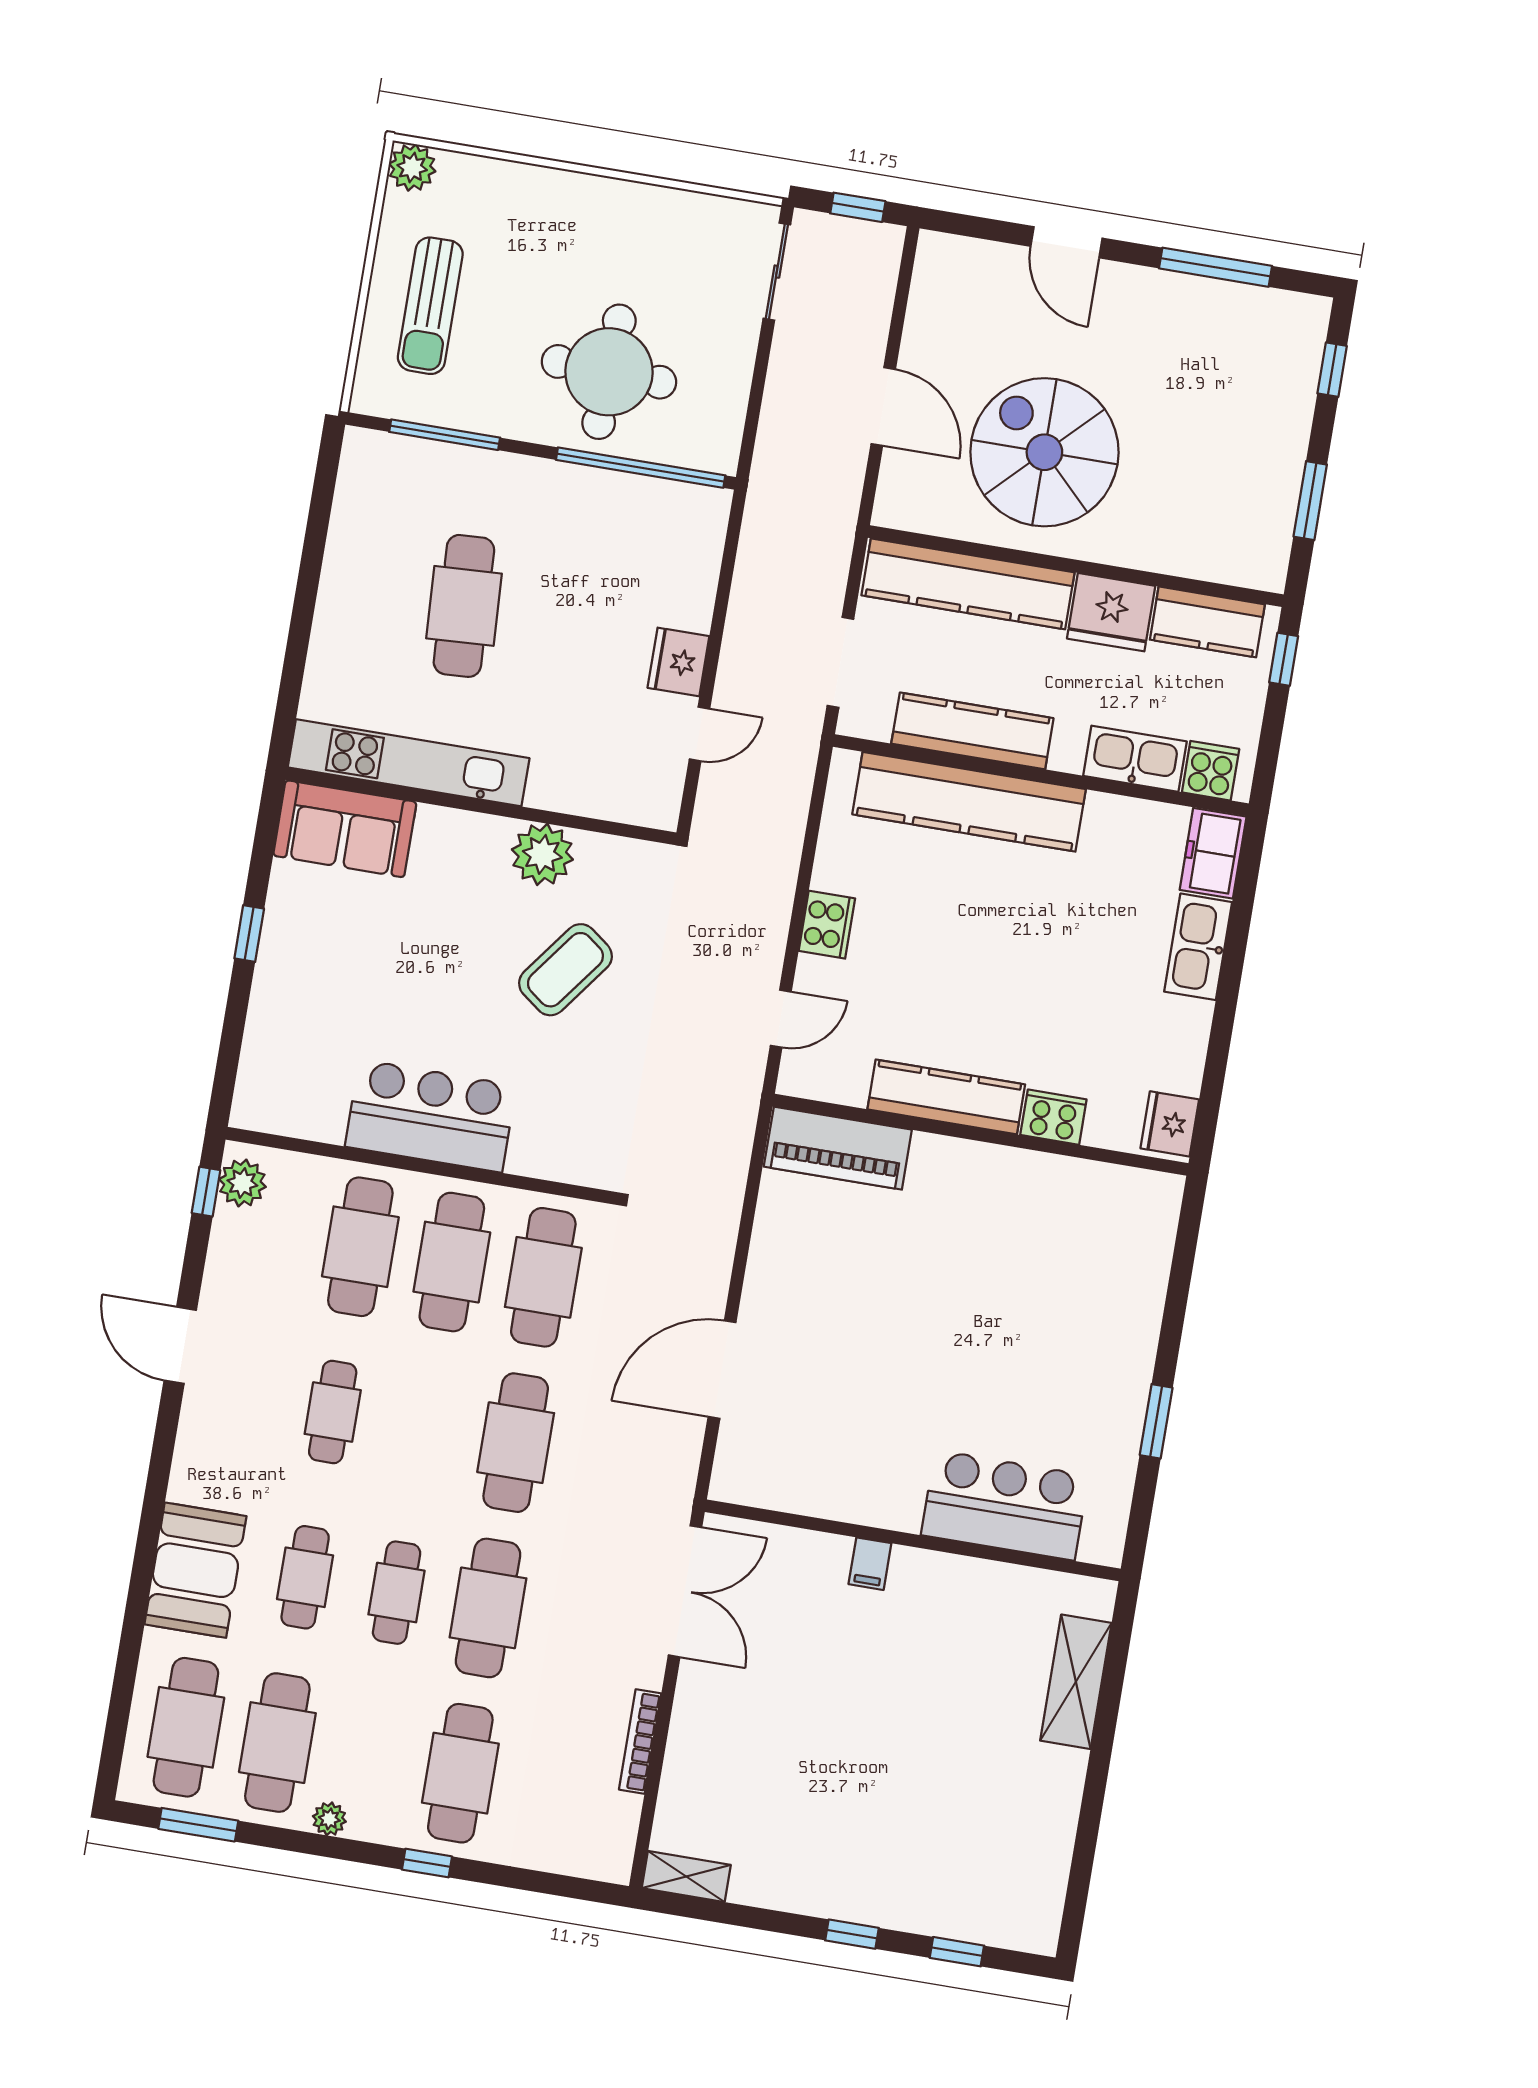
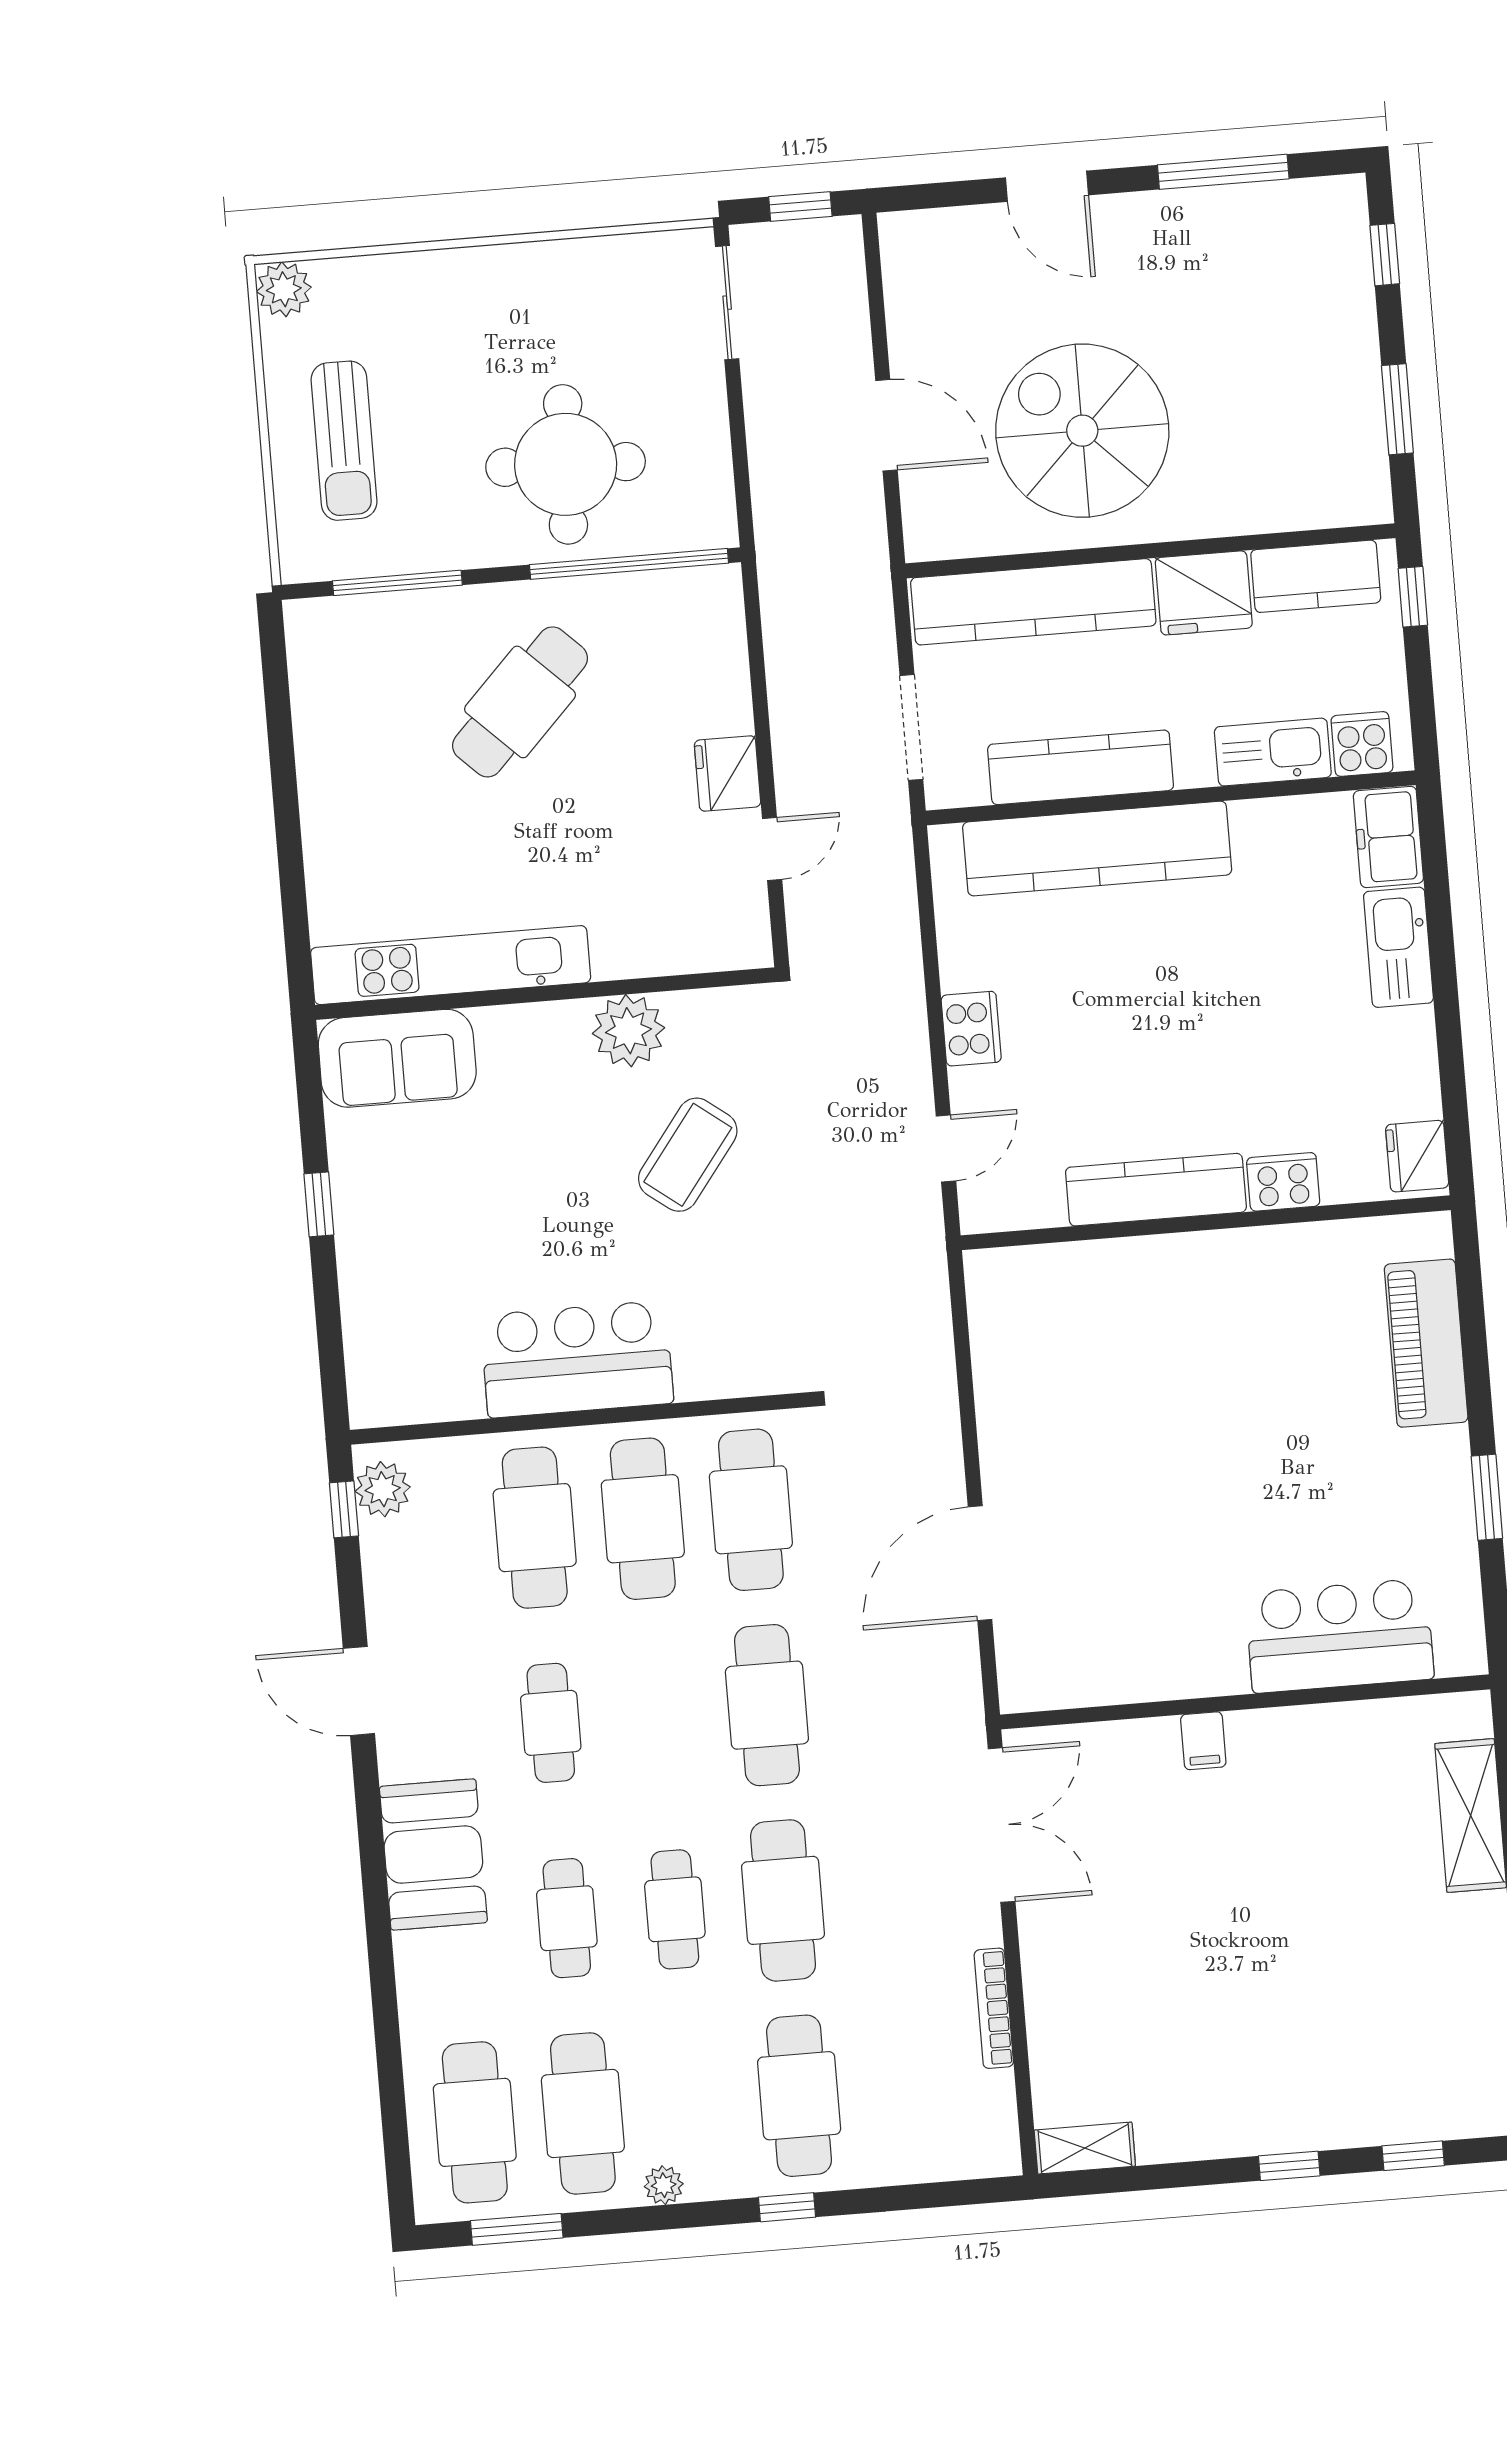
cafe table: (464, 606) -> (520, 702), moved, turned 47
piano: (838, 1148) -> (1426, 1343), moved, turned 90
booth: (195, 1570) -> (433, 1855), moved

